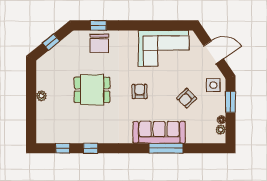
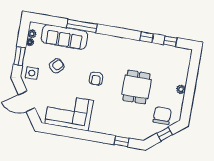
chair: (99, 43) -> (162, 116), moved
dining table: (92, 90) -> (136, 87), turned 90
sofa: (159, 132) -> (64, 37), moved

